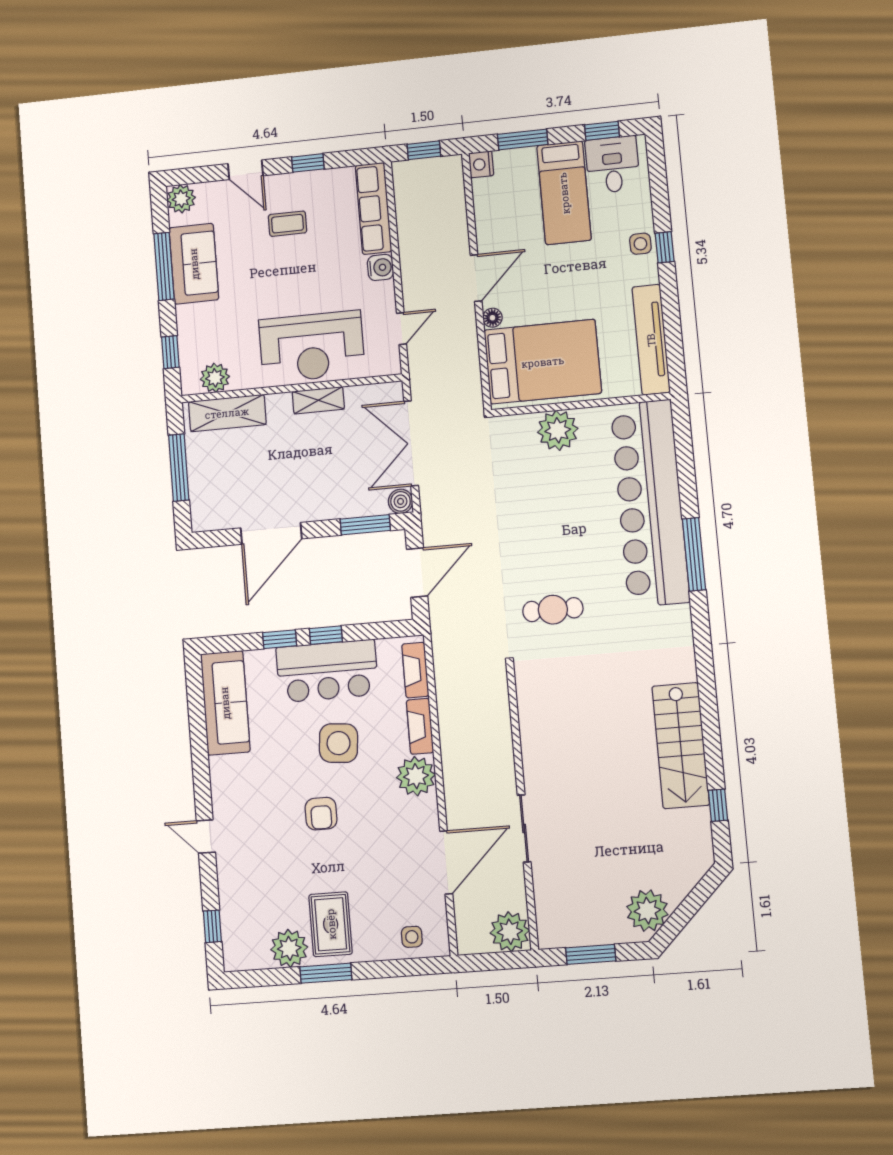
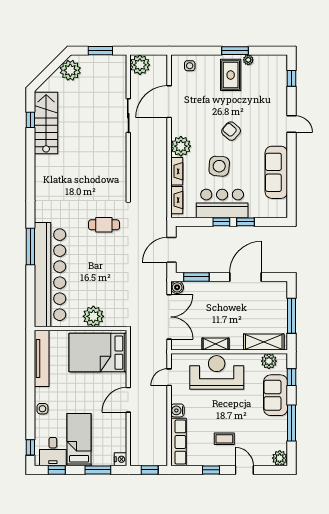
window: (665, 247) -> (30, 447), moved
sofa: (194, 264) -> (276, 395), moved
floor lamp: (492, 318) -> (122, 378), removed
sofa: (225, 703) -> (276, 172), moved
stairs: (681, 746) -> (46, 123), moved
armchair: (321, 814) -> (231, 131), turned -49
plant: (289, 948) -> (248, 60), width x0.53, depth x0.53

